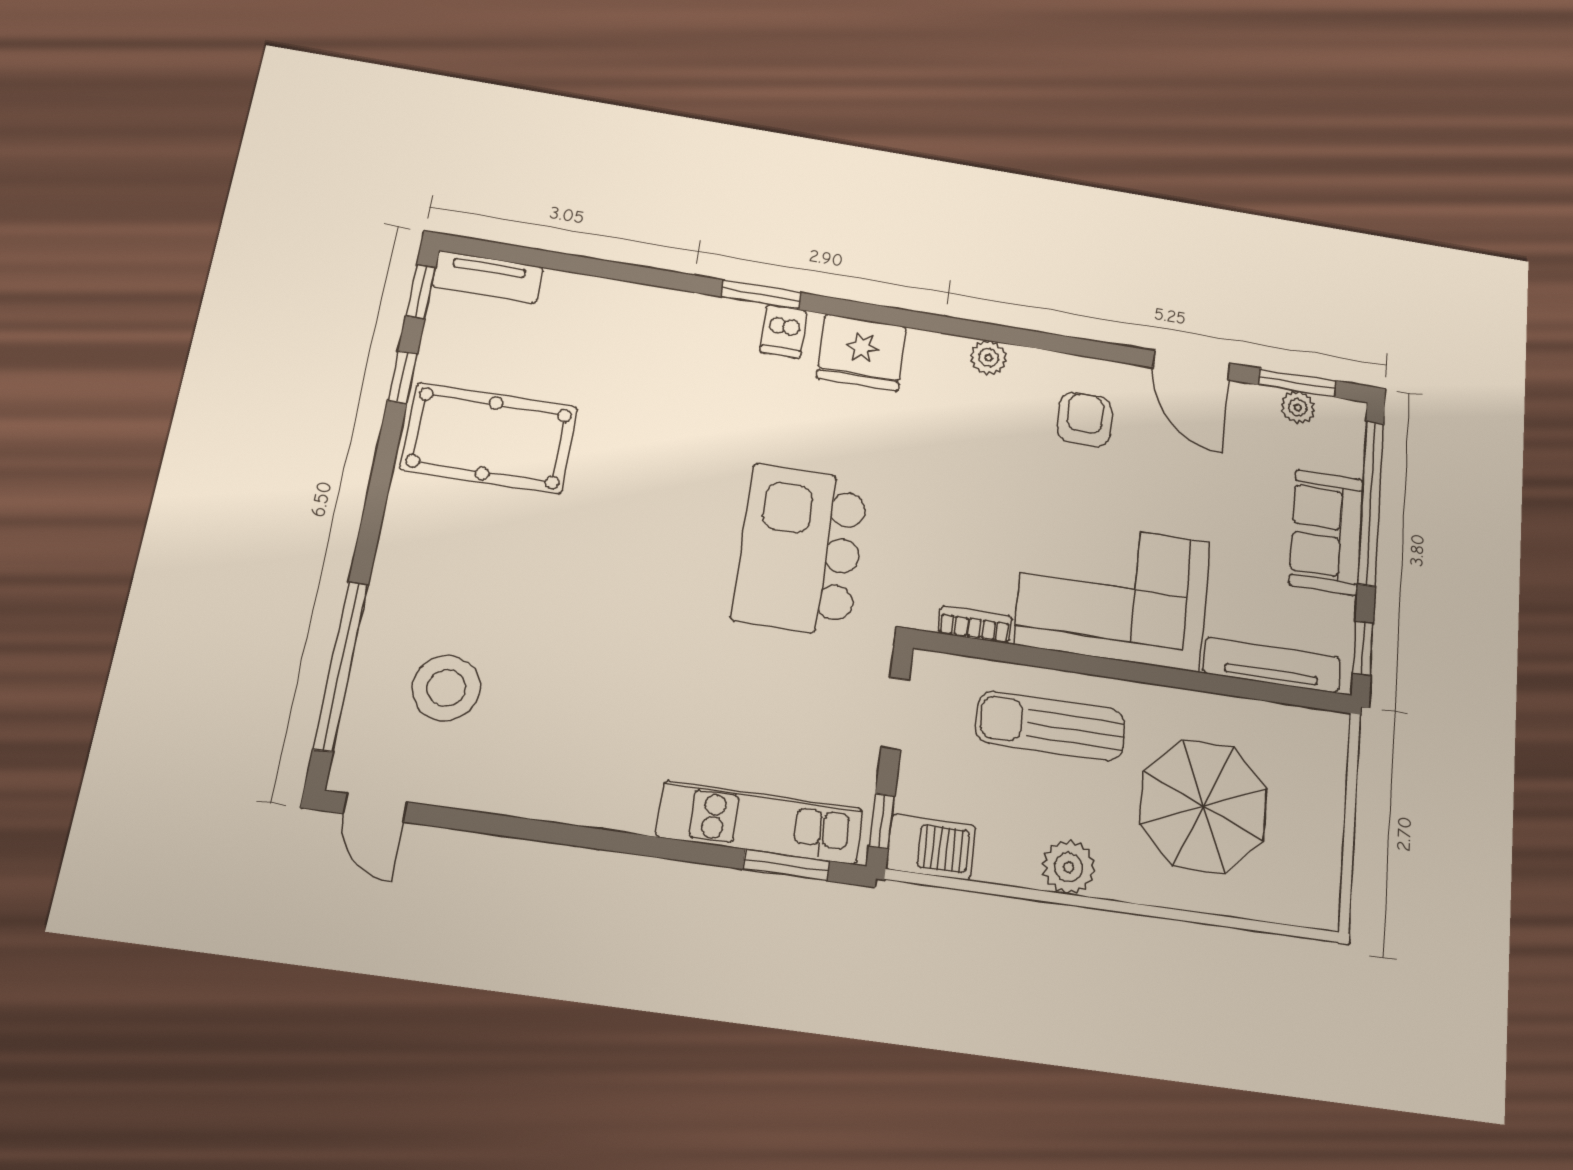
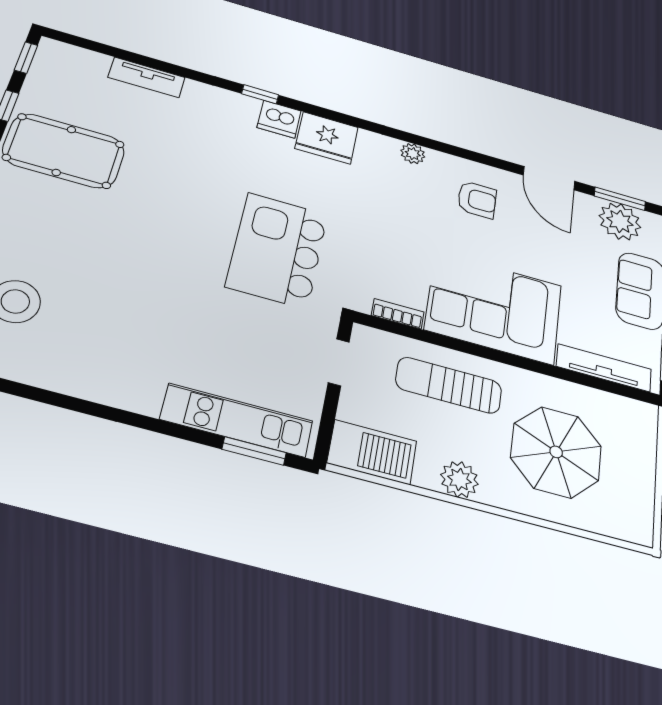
tv unit: (488, 277) -> (147, 77), moved
window: (761, 295) -> (260, 94), width x0.67
dishwasher: (783, 331) -> (279, 119), width x1.38
plant: (1298, 407) -> (620, 221), width x1.88, depth x1.88
armchair: (1085, 420) -> (477, 200), turned 90
window: (882, 821) -> (326, 431), removed
barbecue: (931, 847) -> (372, 452), width x1.37, depth x1.21

